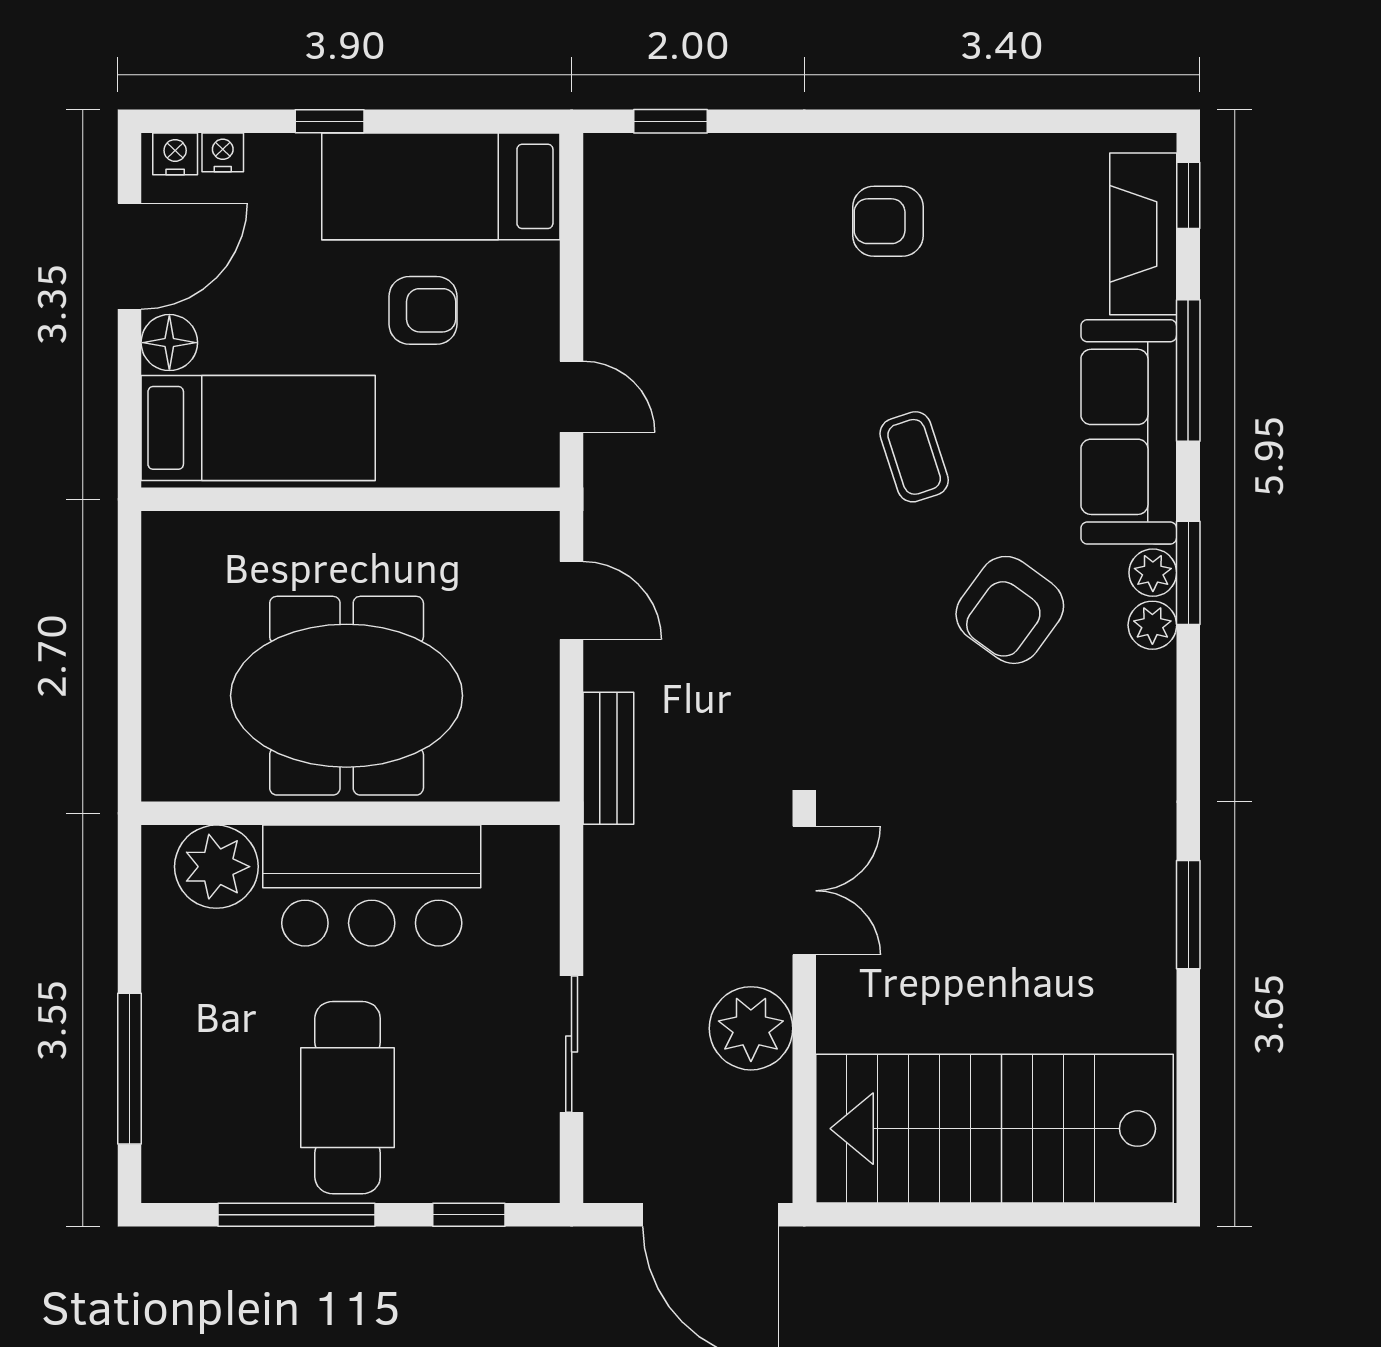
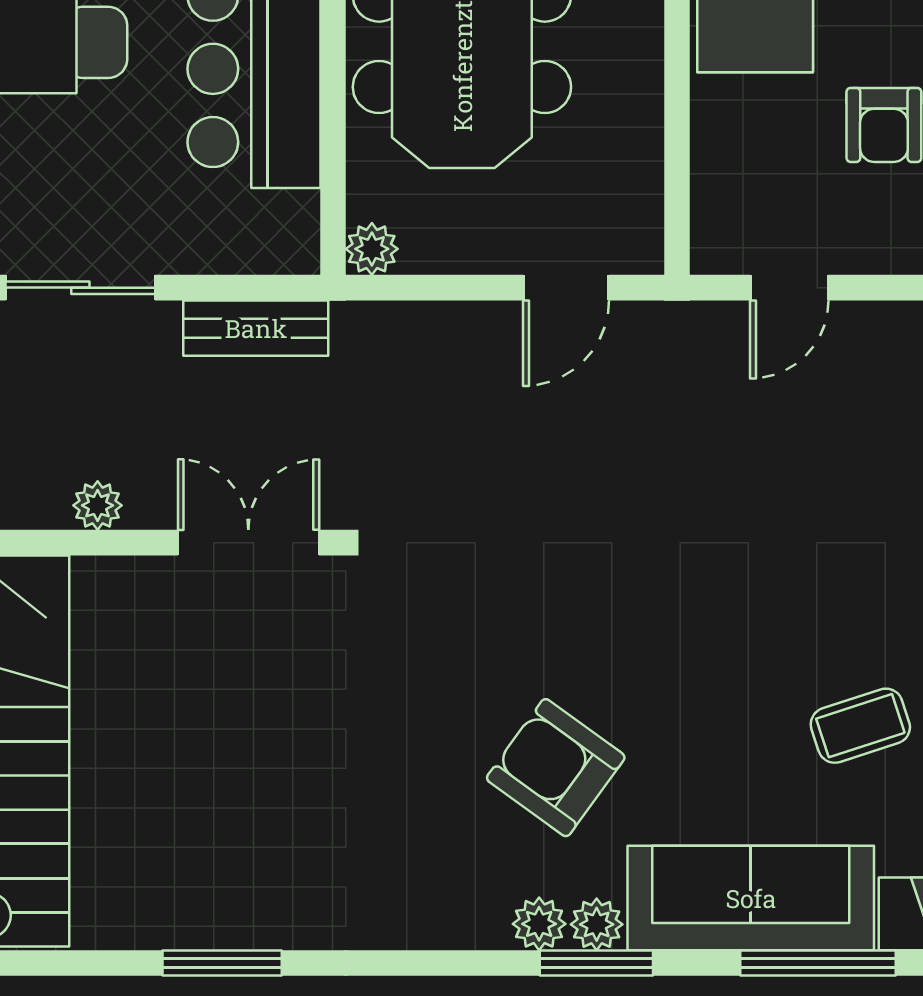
coffee table: (914, 457) -> (860, 726), moved
bench: (608, 758) -> (256, 328), moved
plant: (536, 778) -> (372, 249), added
double door: (804, 891) -> (248, 543), swing flipped
plant: (751, 1028) -> (98, 505), width x0.53, depth x0.53

